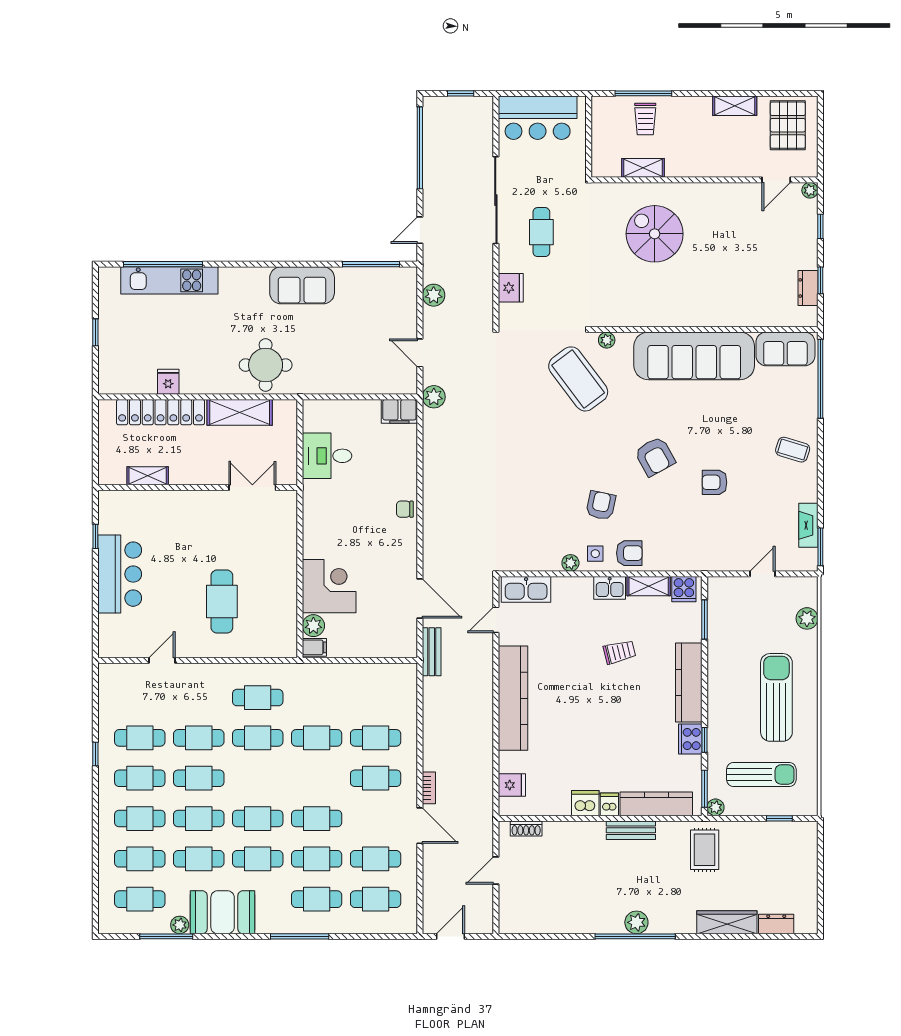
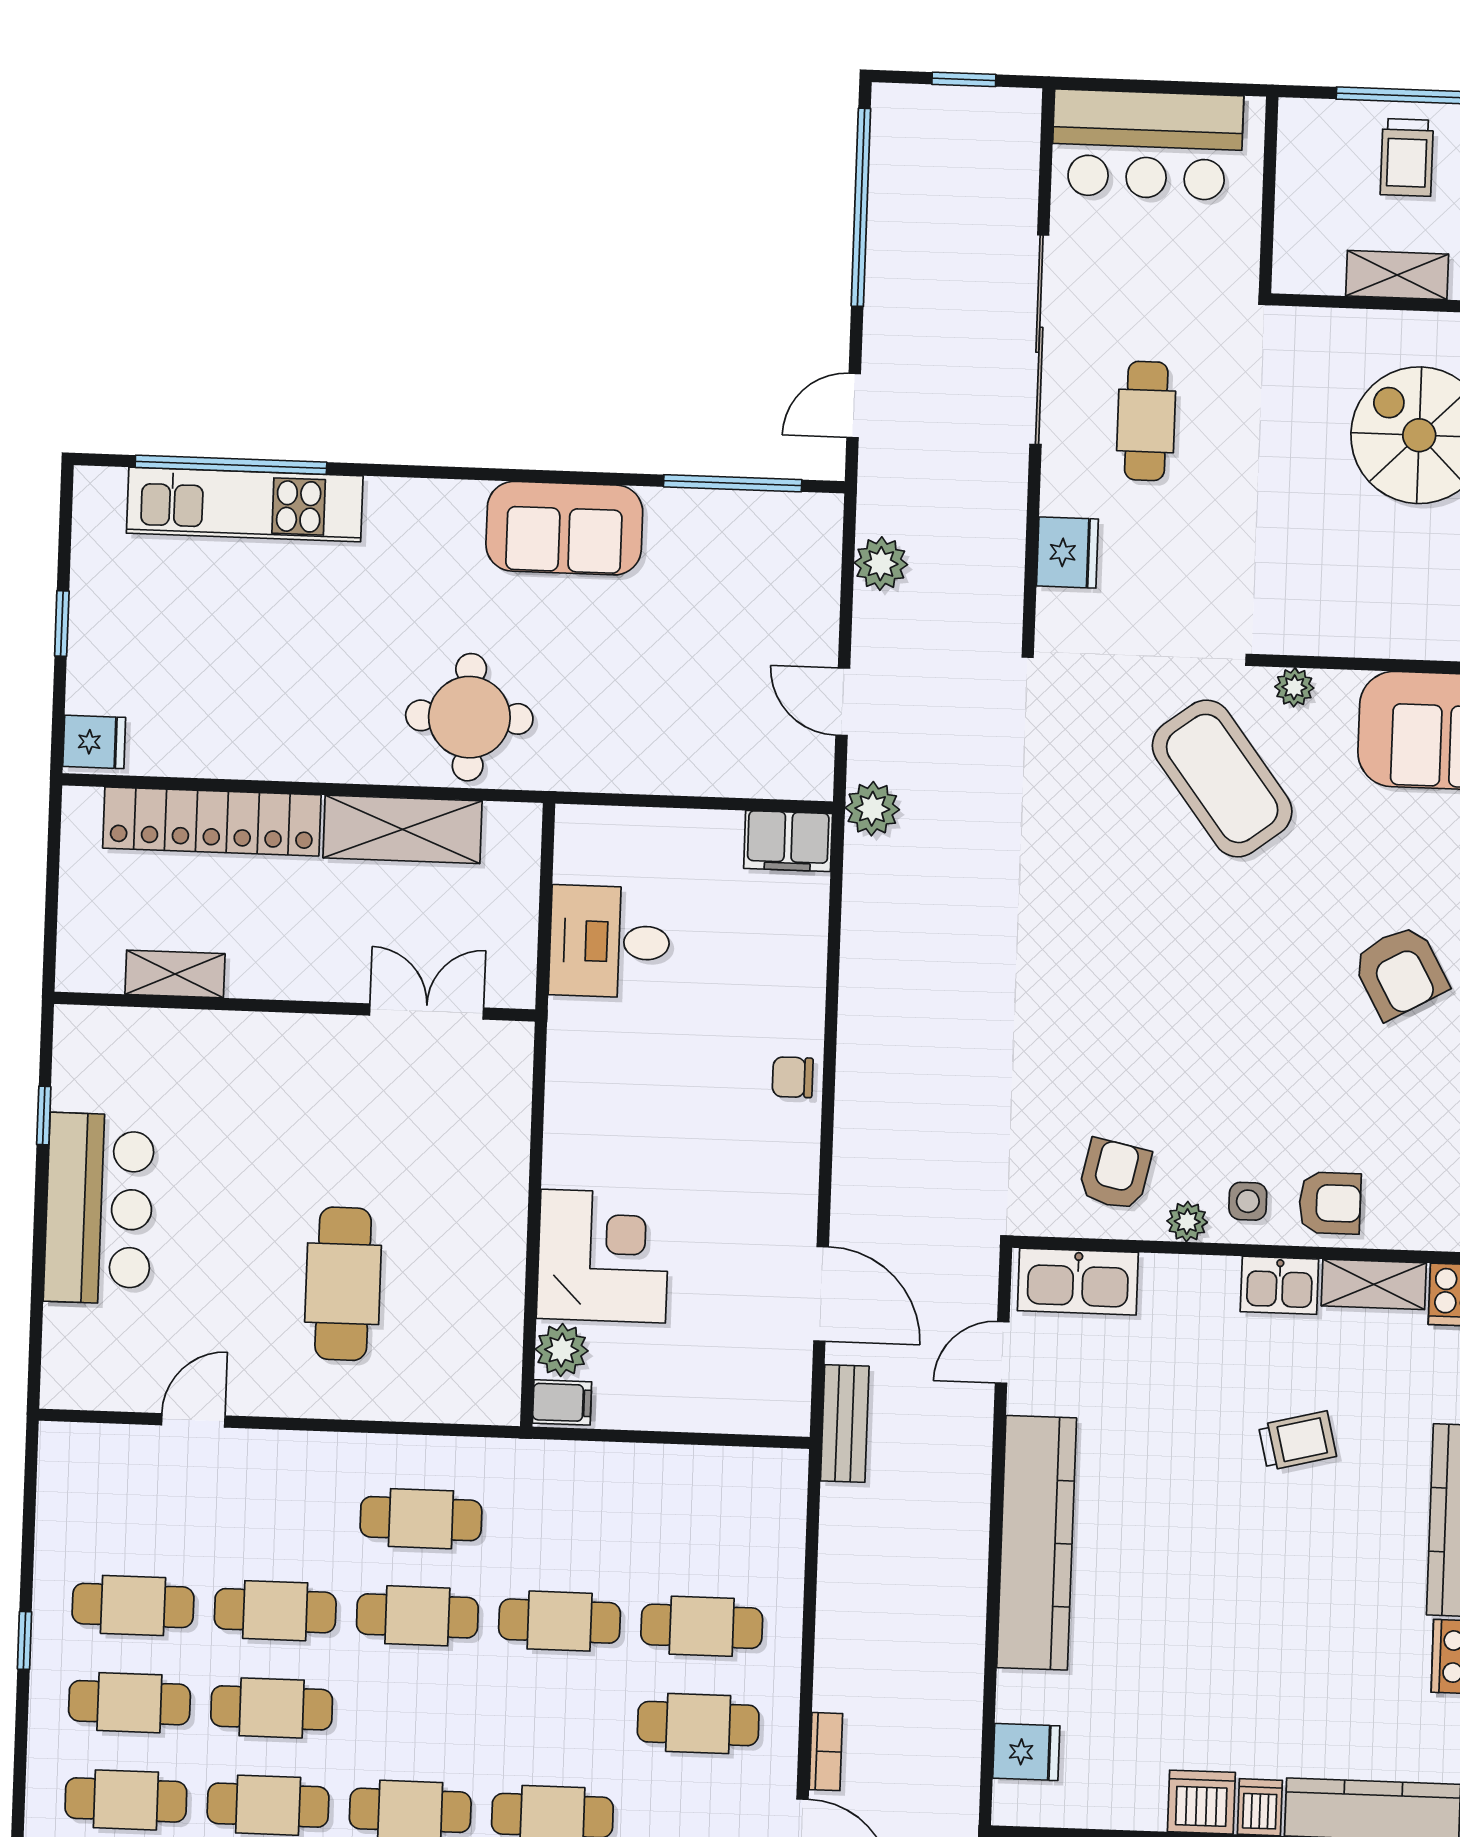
fridge: (168, 382) -> (94, 742), moved, turned 90
armchair: (601, 505) -> (1115, 1174), moved

